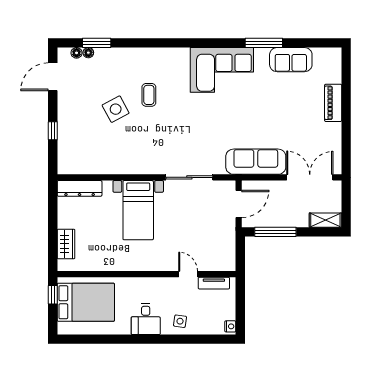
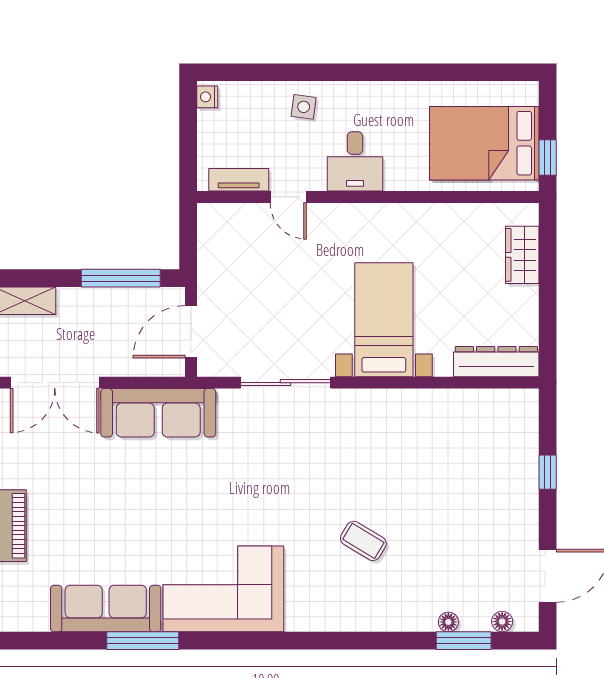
floor lamp: (88, 53) -> (448, 622), moved
sofa: (291, 60) -> (106, 609), width x1.36
coffee table: (149, 95) -> (363, 541), turned -59
side table: (116, 109) -> (427, 514), removed
desk: (146, 319) -> (355, 161), moved, turned 180

